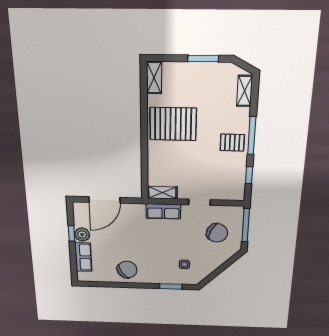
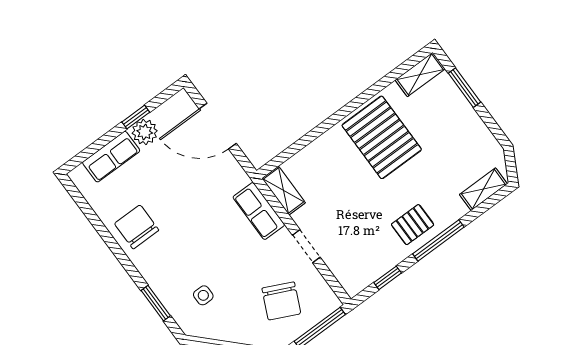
window: (203, 59) -> (464, 88), moved
pallet: (232, 143) -> (413, 225), turned 90
chair: (127, 270) -> (137, 227), turned -147

